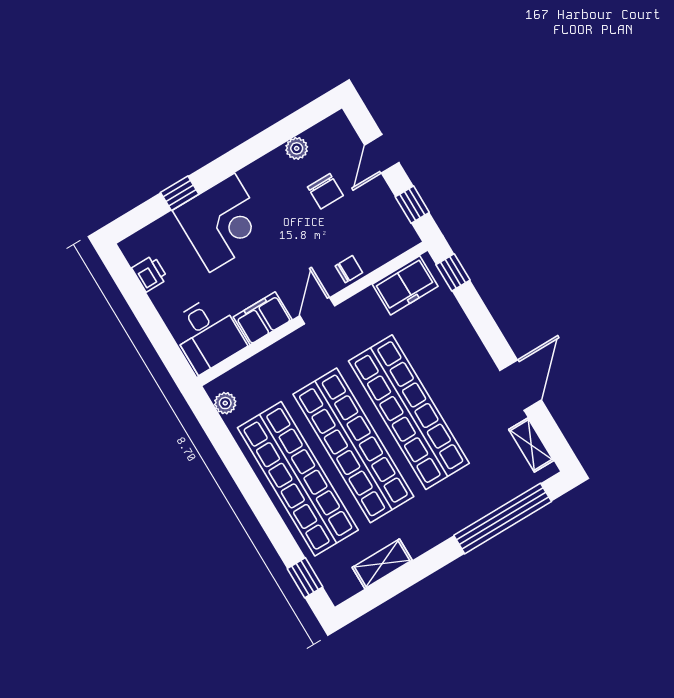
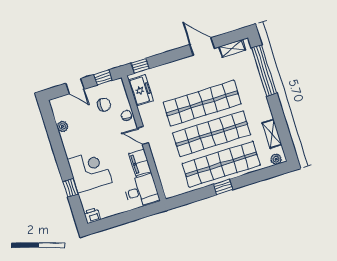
chair: (325, 191) -> (104, 105), moved
printer: (150, 273) -> (92, 216), moved
plant: (225, 403) -> (276, 159), moved
window: (305, 578) -> (223, 187), moved

